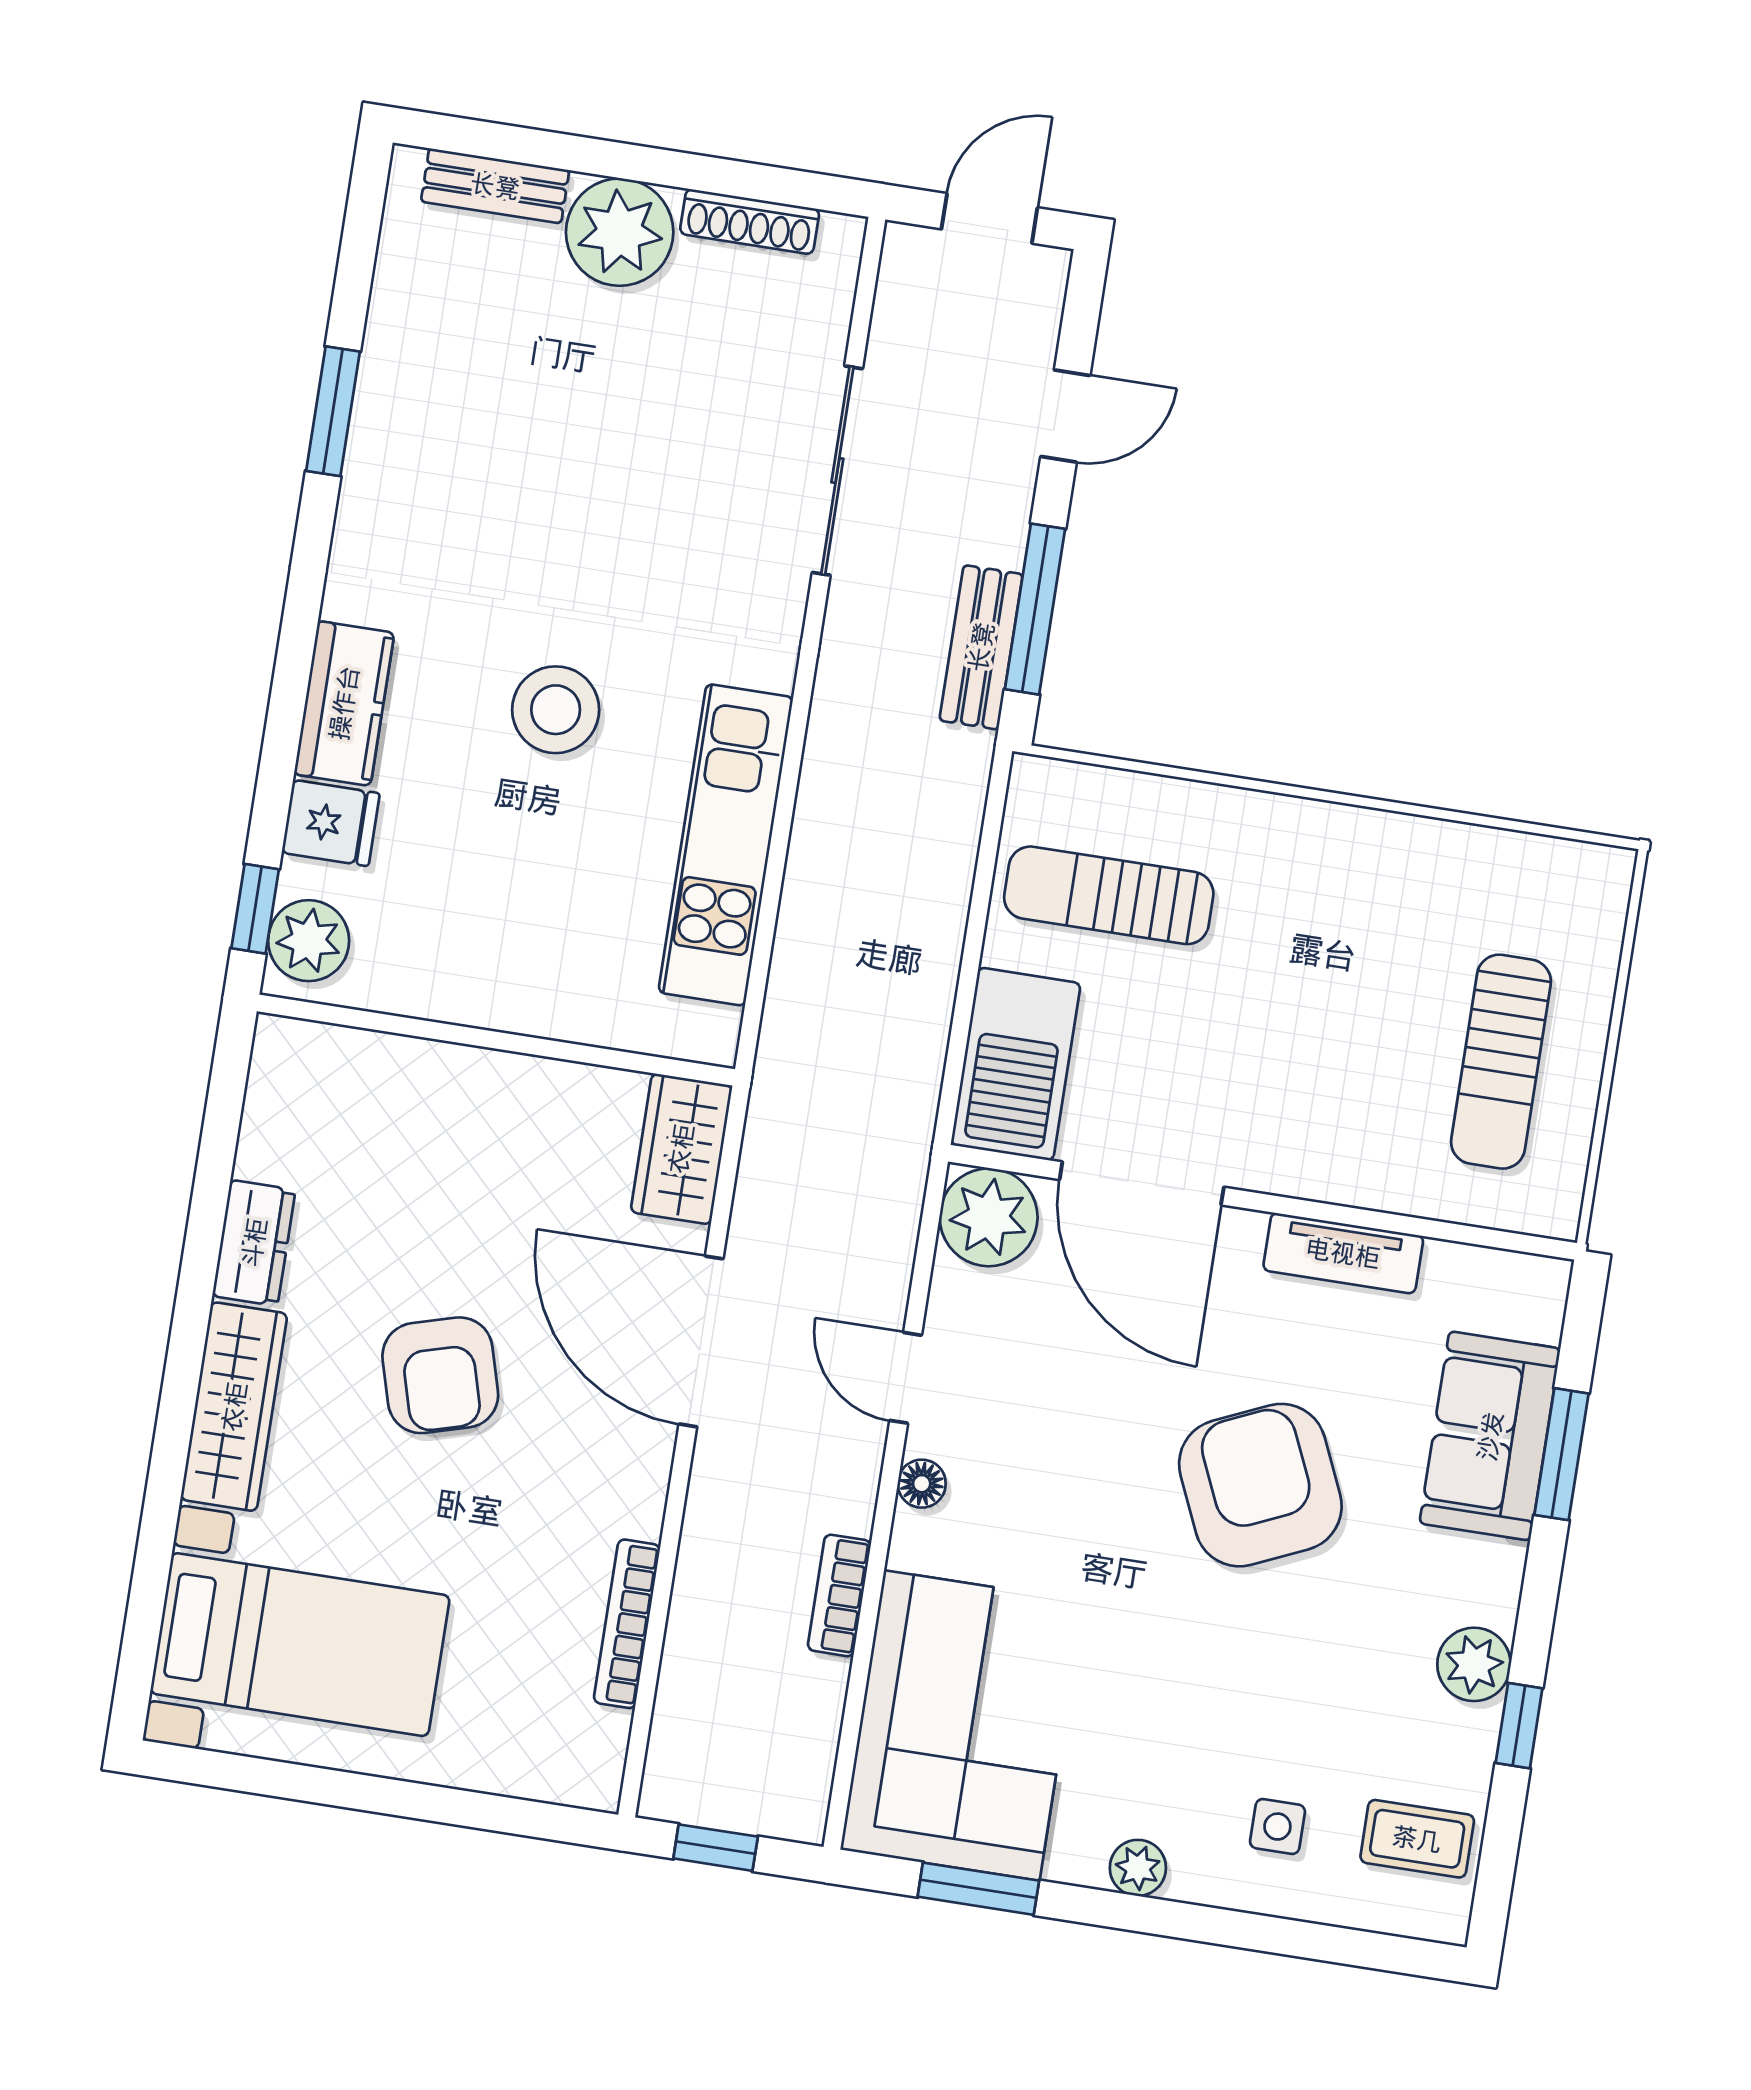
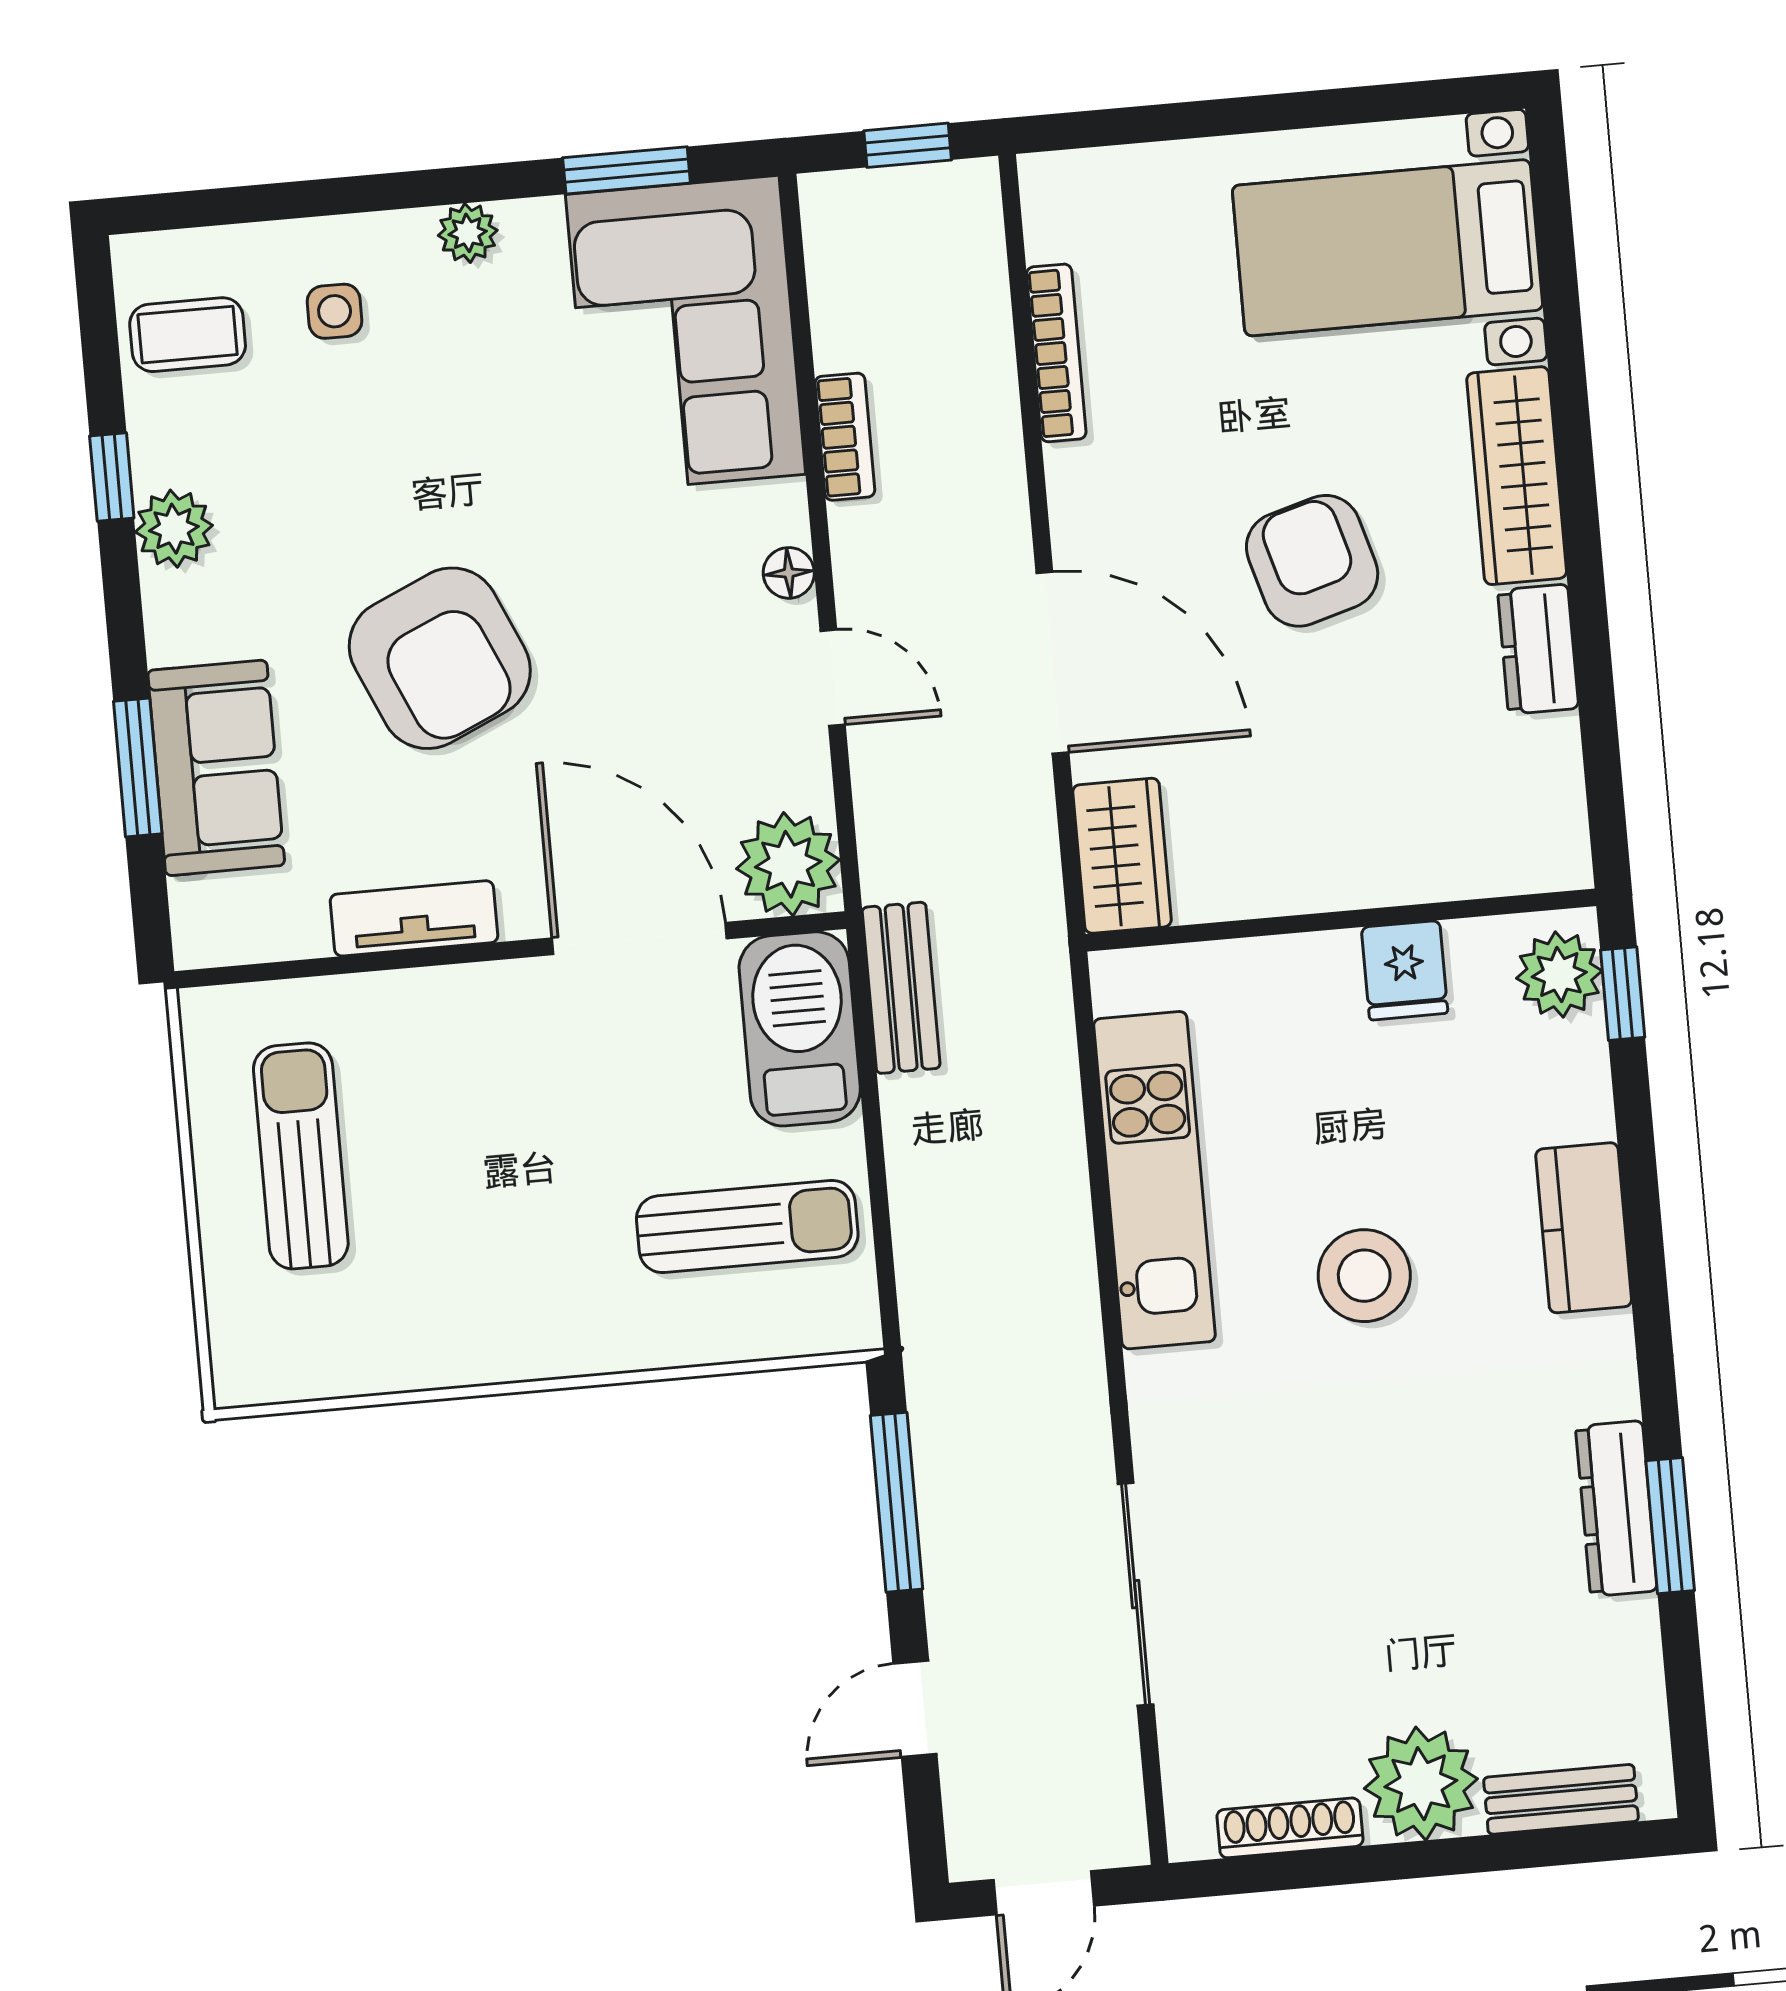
dresser: (378, 439) -> (1616, 1509), added
bench: (981, 647) -> (901, 988), moved
fridge: (331, 823) -> (1405, 970), moved, turned -90

